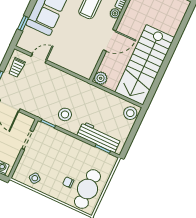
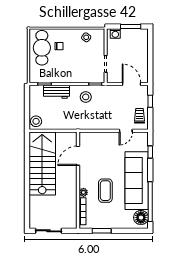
door: (109, 40) -> (78, 156), moved
plant: (101, 78) -> (71, 137), removed
workbench: (99, 137) -> (56, 92), width x0.73

